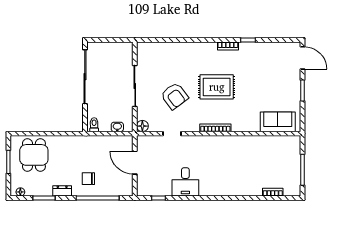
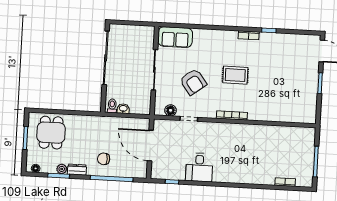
rug: (217, 87) -> (235, 75), width x0.73, depth x0.70
sofa: (278, 122) -> (175, 37), moved, turned 180
floor lamp: (142, 126) -> (171, 110), moved
washbasin: (117, 127) -> (123, 109), moved
door: (135, 163) -> (150, 146), width x1.36
plant: (47, 191) -> (62, 169), added

